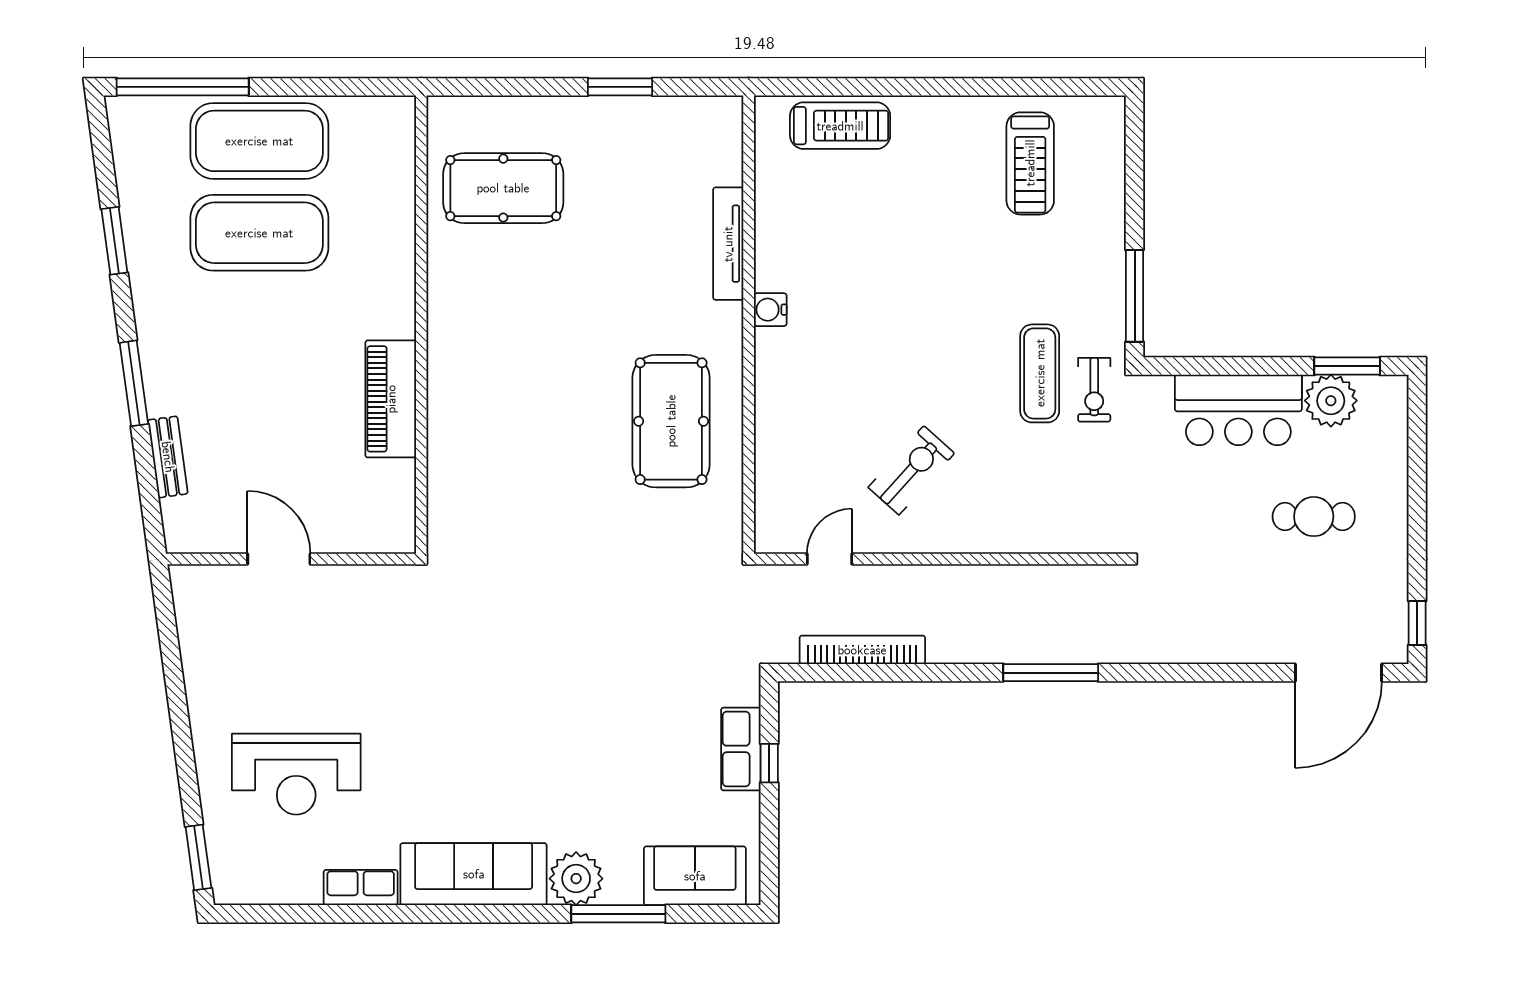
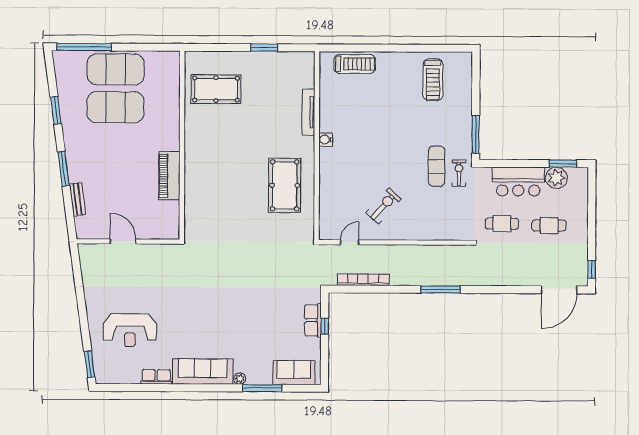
exercise bike: (1094, 390) -> (459, 173), turned 180
cafe table: (1199, 512) -> (502, 224), added
plant: (576, 879) -> (240, 379), width x0.53, depth x0.53

